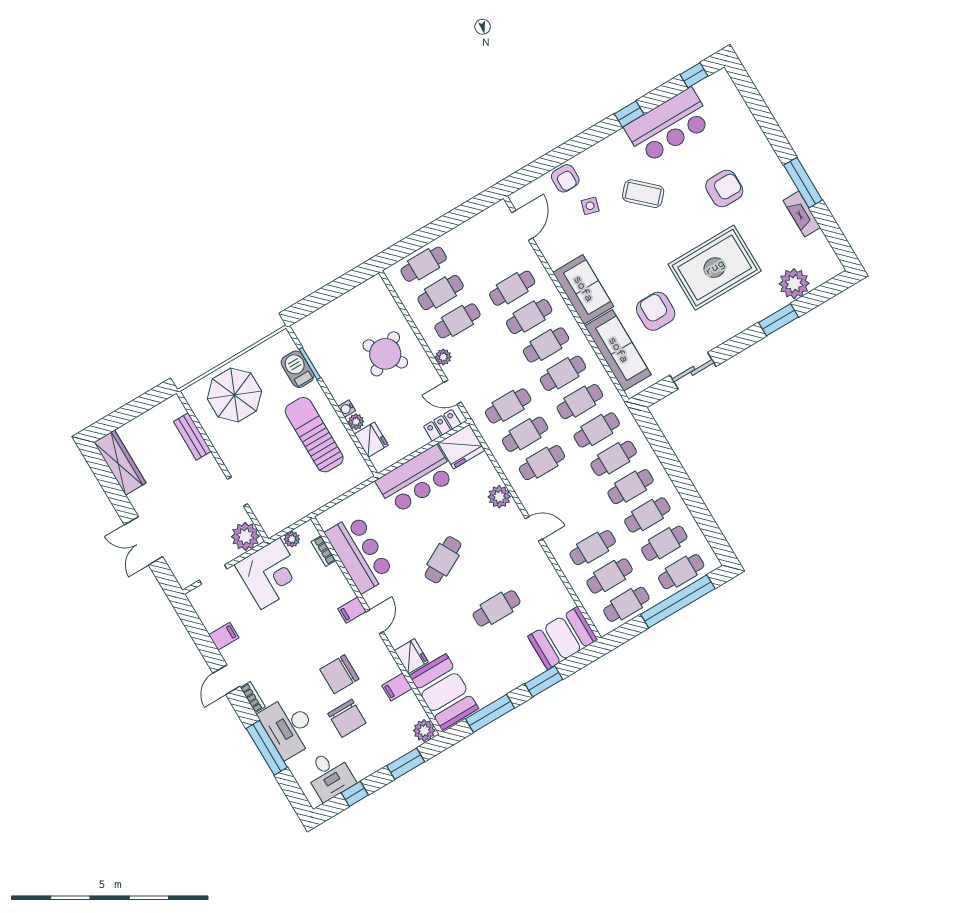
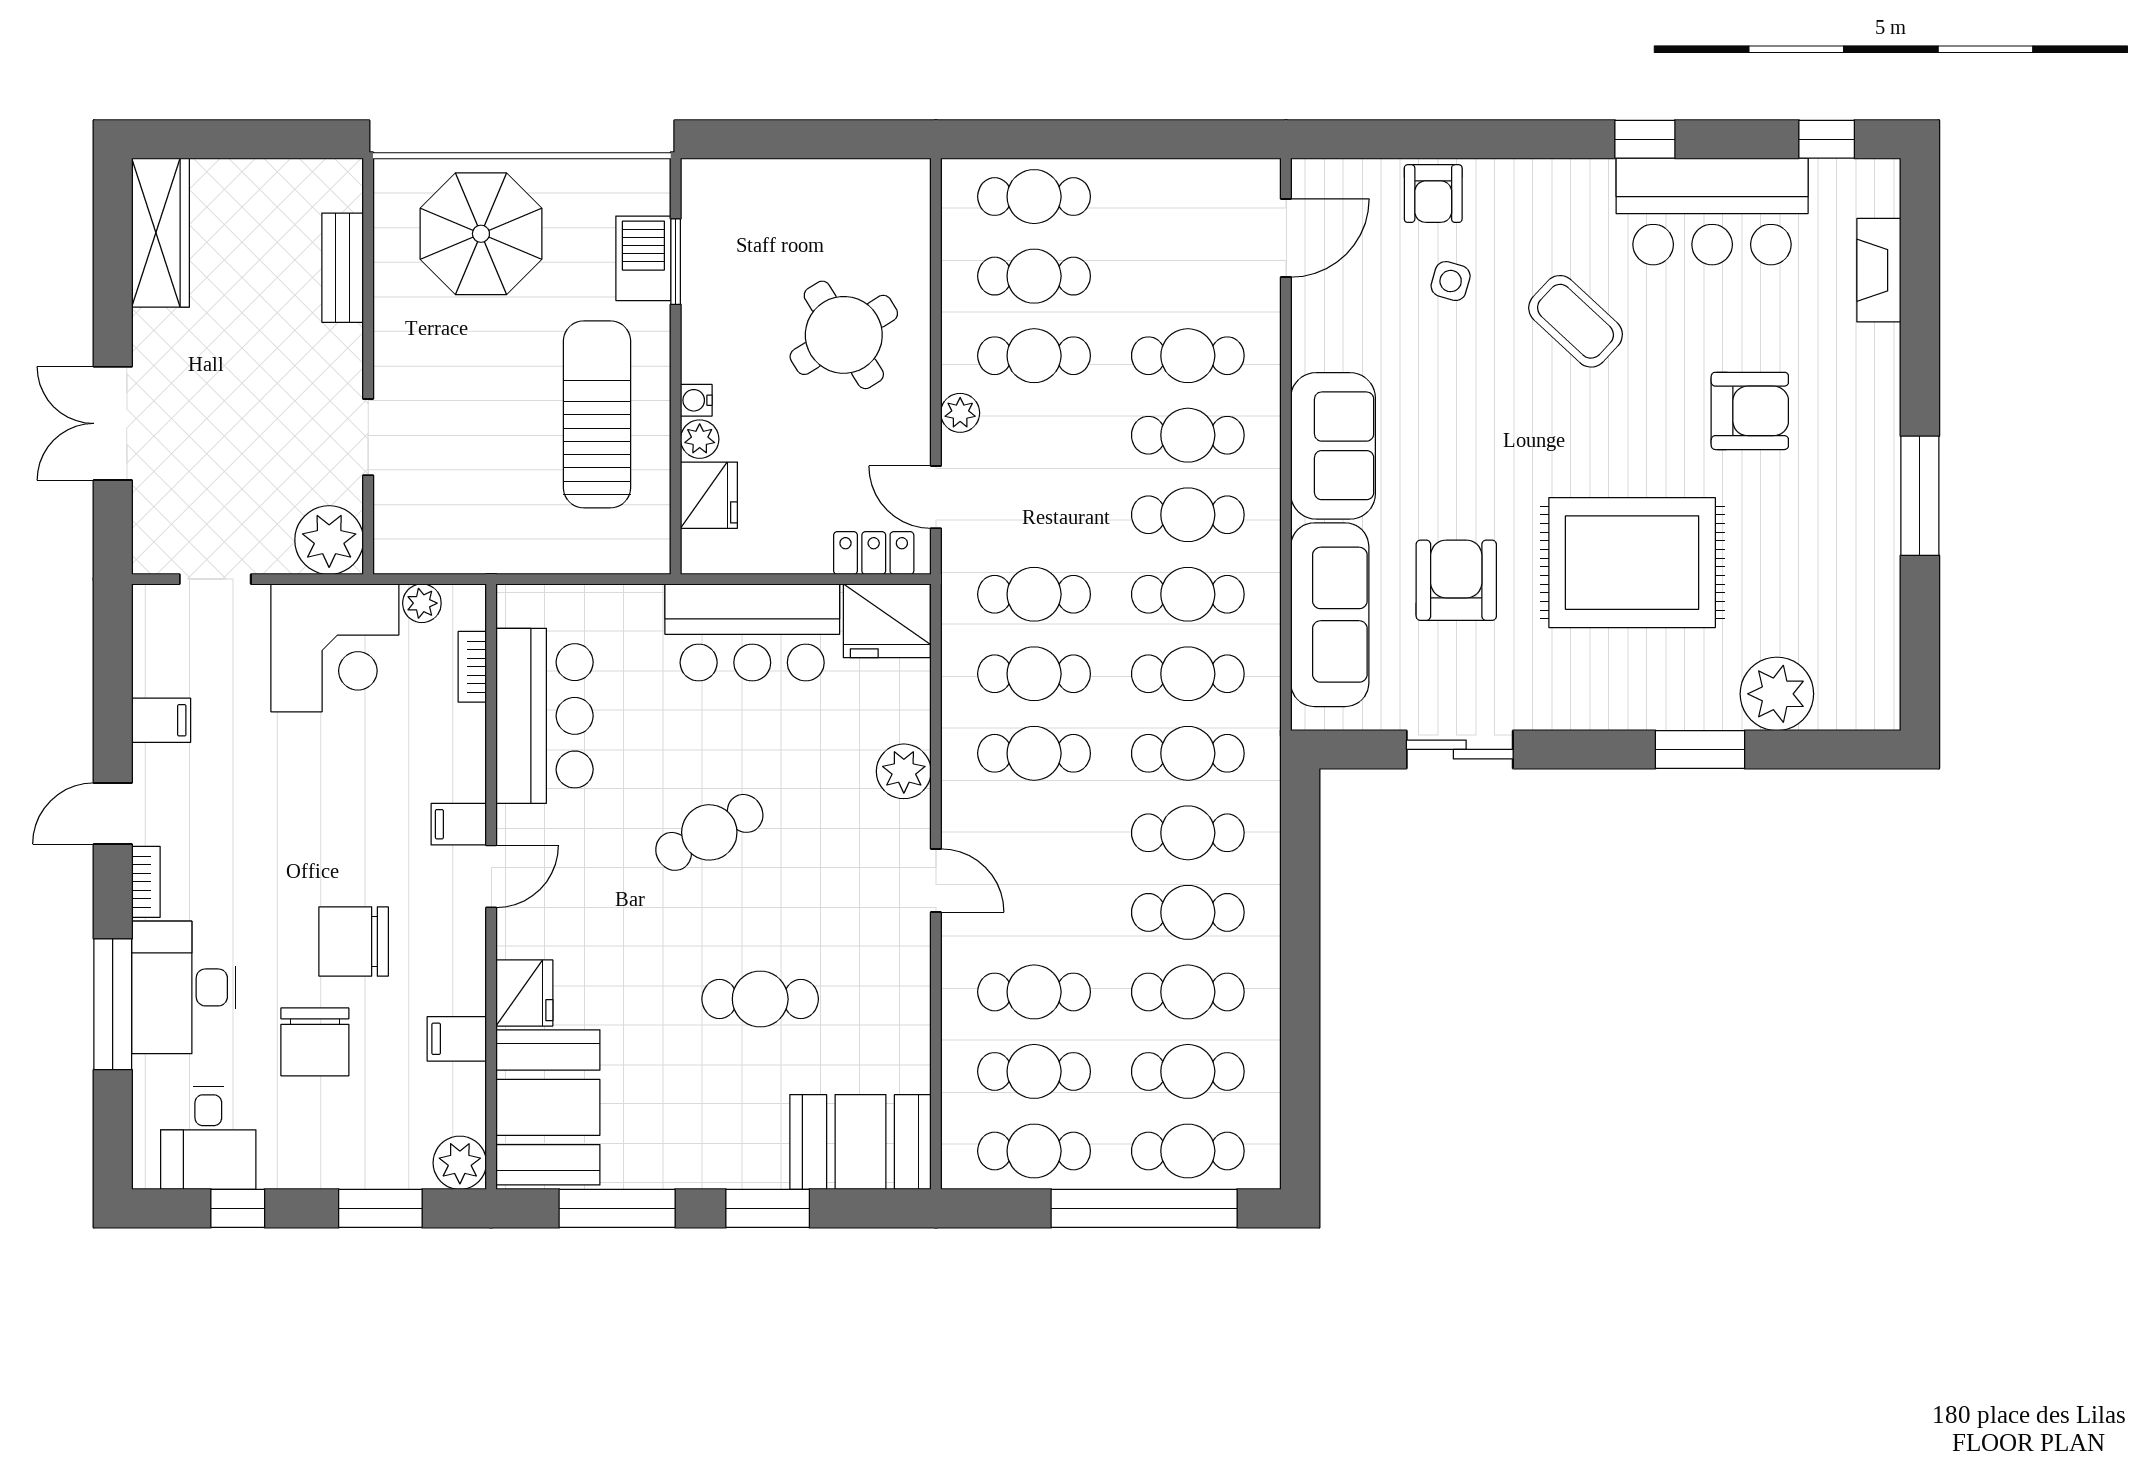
fireplace: (802, 214) -> (1879, 270), moved

